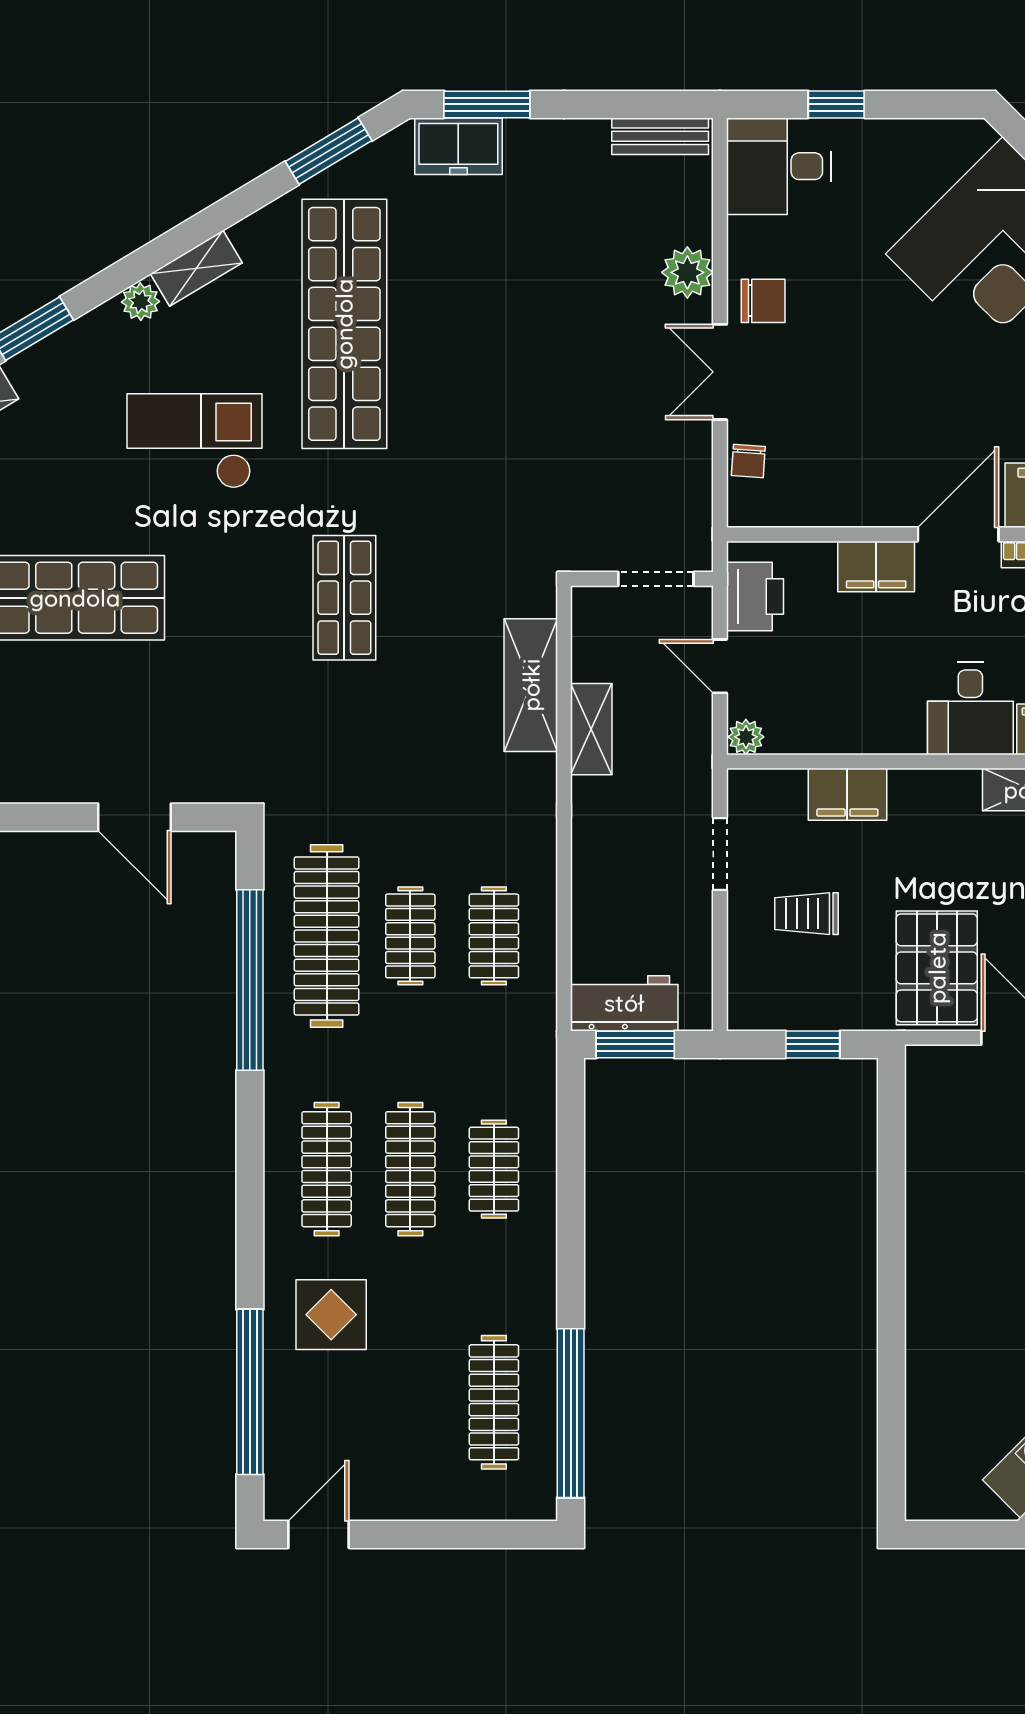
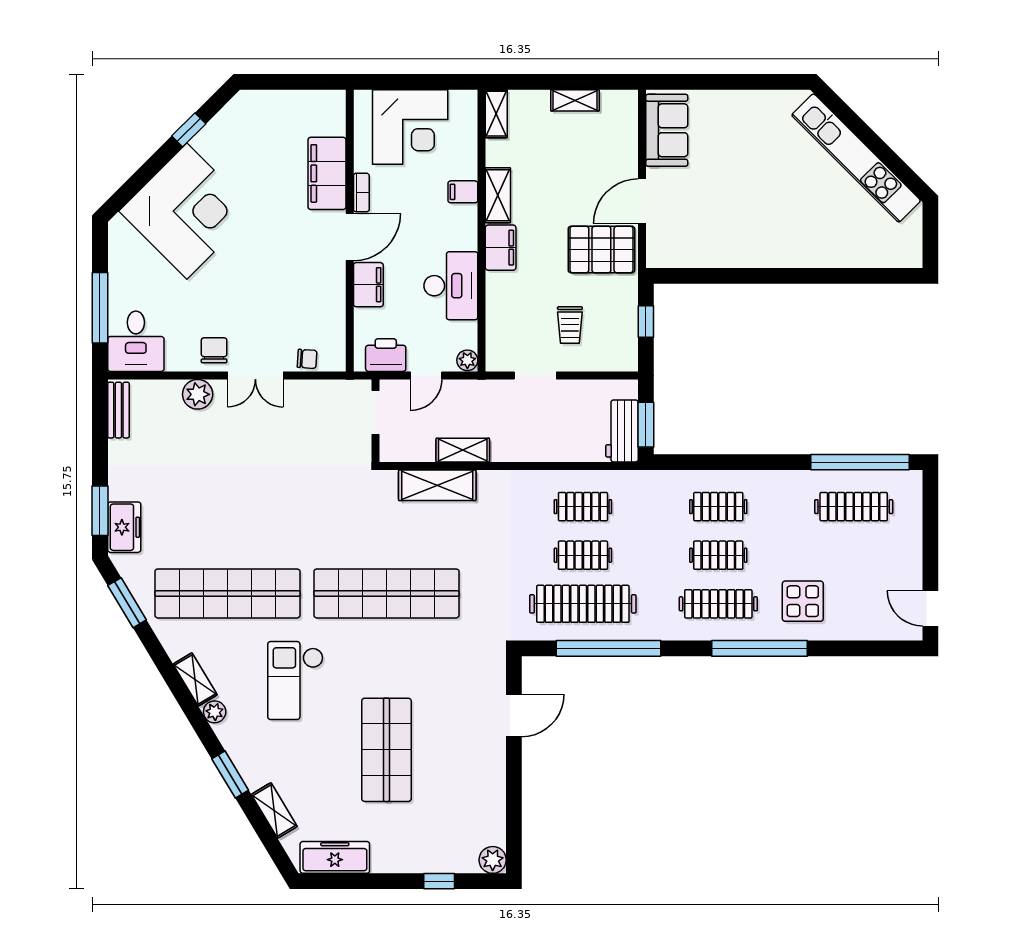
window: (836, 104) -> (100, 308), width x2.17
door: (958, 534) -> (350, 237), swing flipped
shop shelf: (344, 598) -> (386, 593), width x2.00, depth x1.36
desk: (970, 709) -> (451, 286), moved, width x1.37
filing cabinet: (847, 794) -> (501, 248), moved
clothes rail: (410, 1169) -> (718, 555), width x0.73
window: (250, 1392) -> (759, 648), moved

